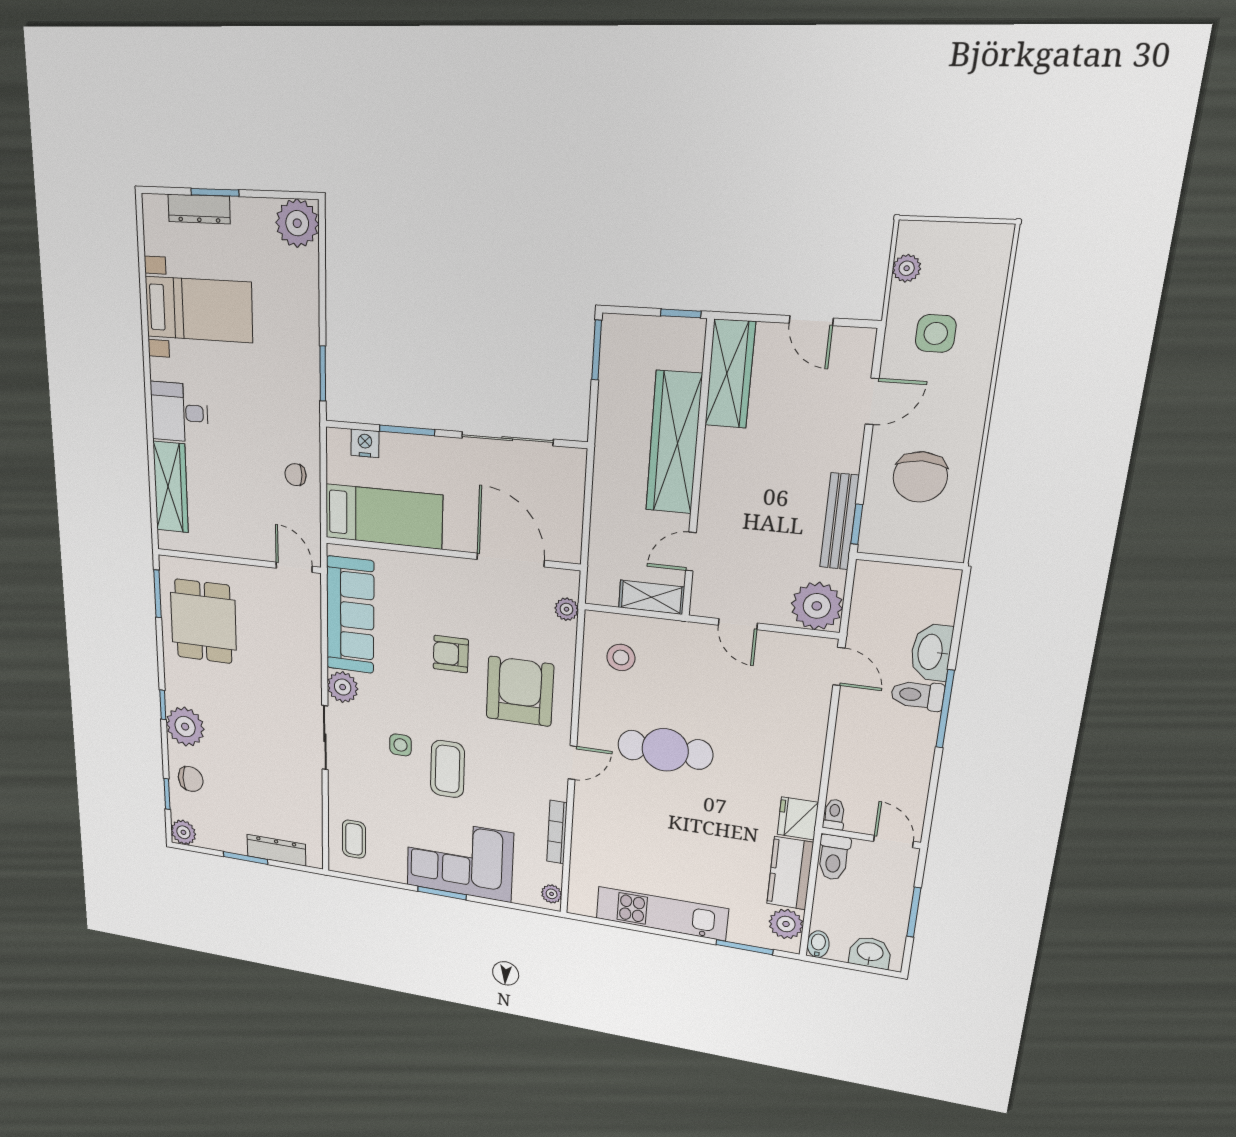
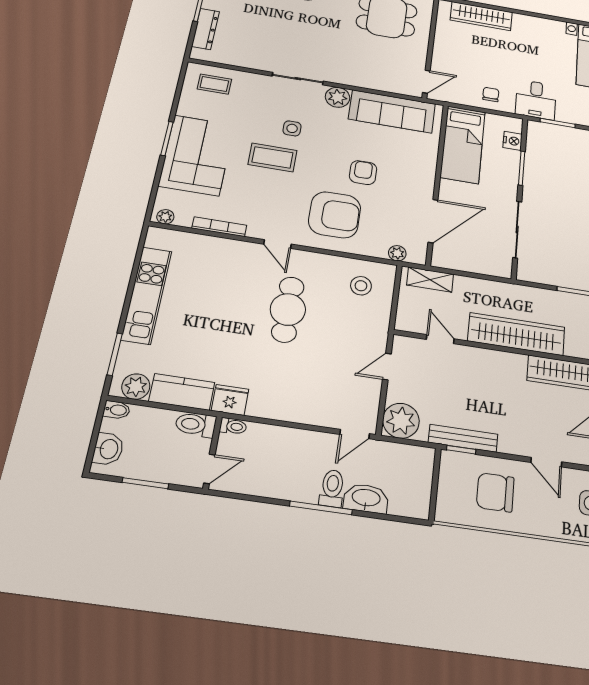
desk: (179, 412) -> (536, 100), moved, turned 180
shelving: (651, 597) -> (430, 280), moved, turned 90

